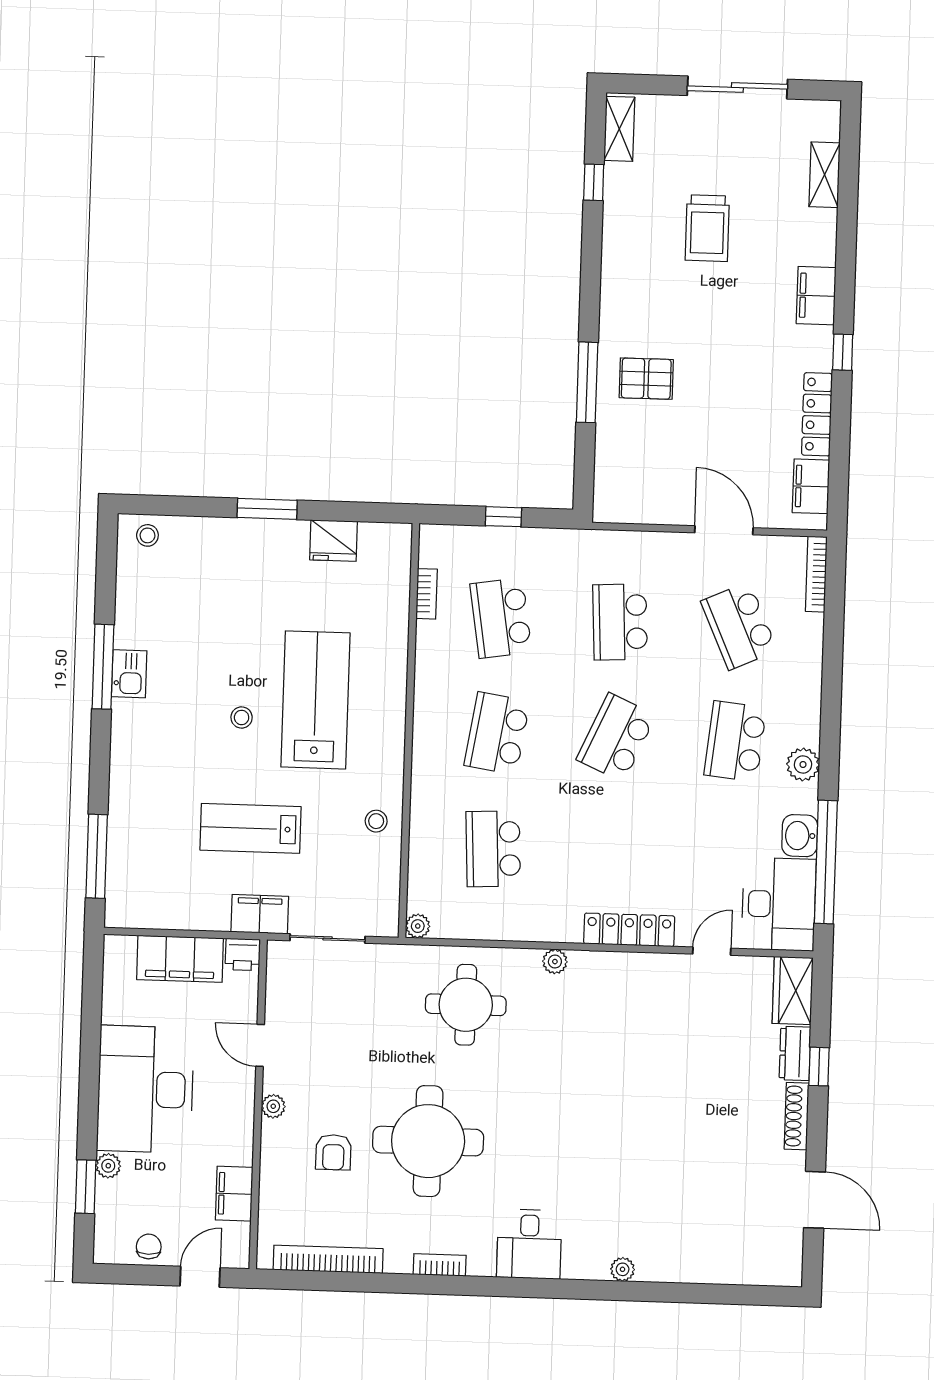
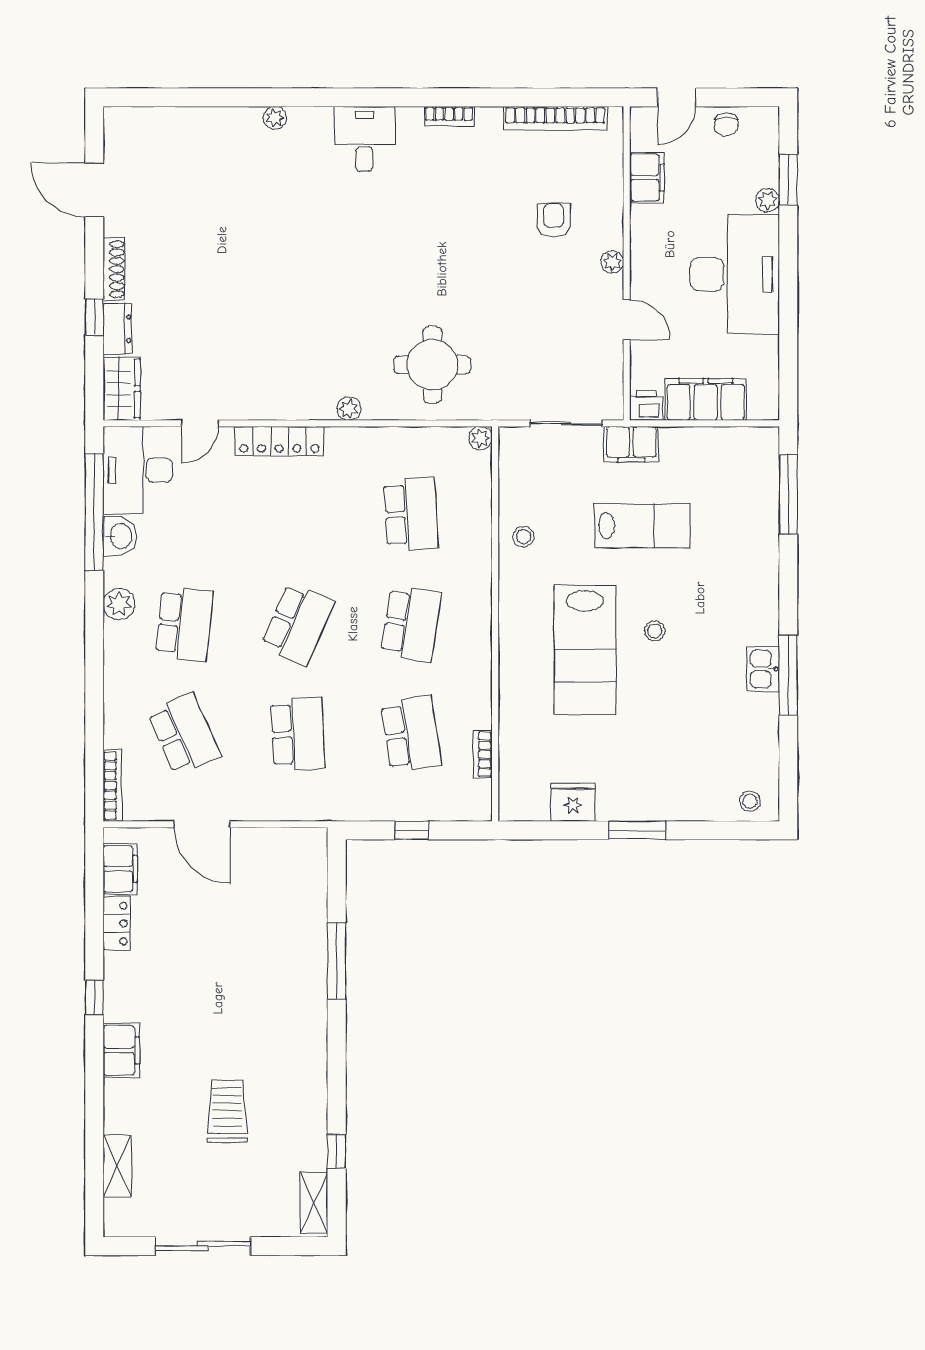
pallet: (646, 379) -> (280, 966), removed
locker: (817, 414) -> (117, 924), width x0.66
round table: (428, 1141) -> (464, 234), removed

